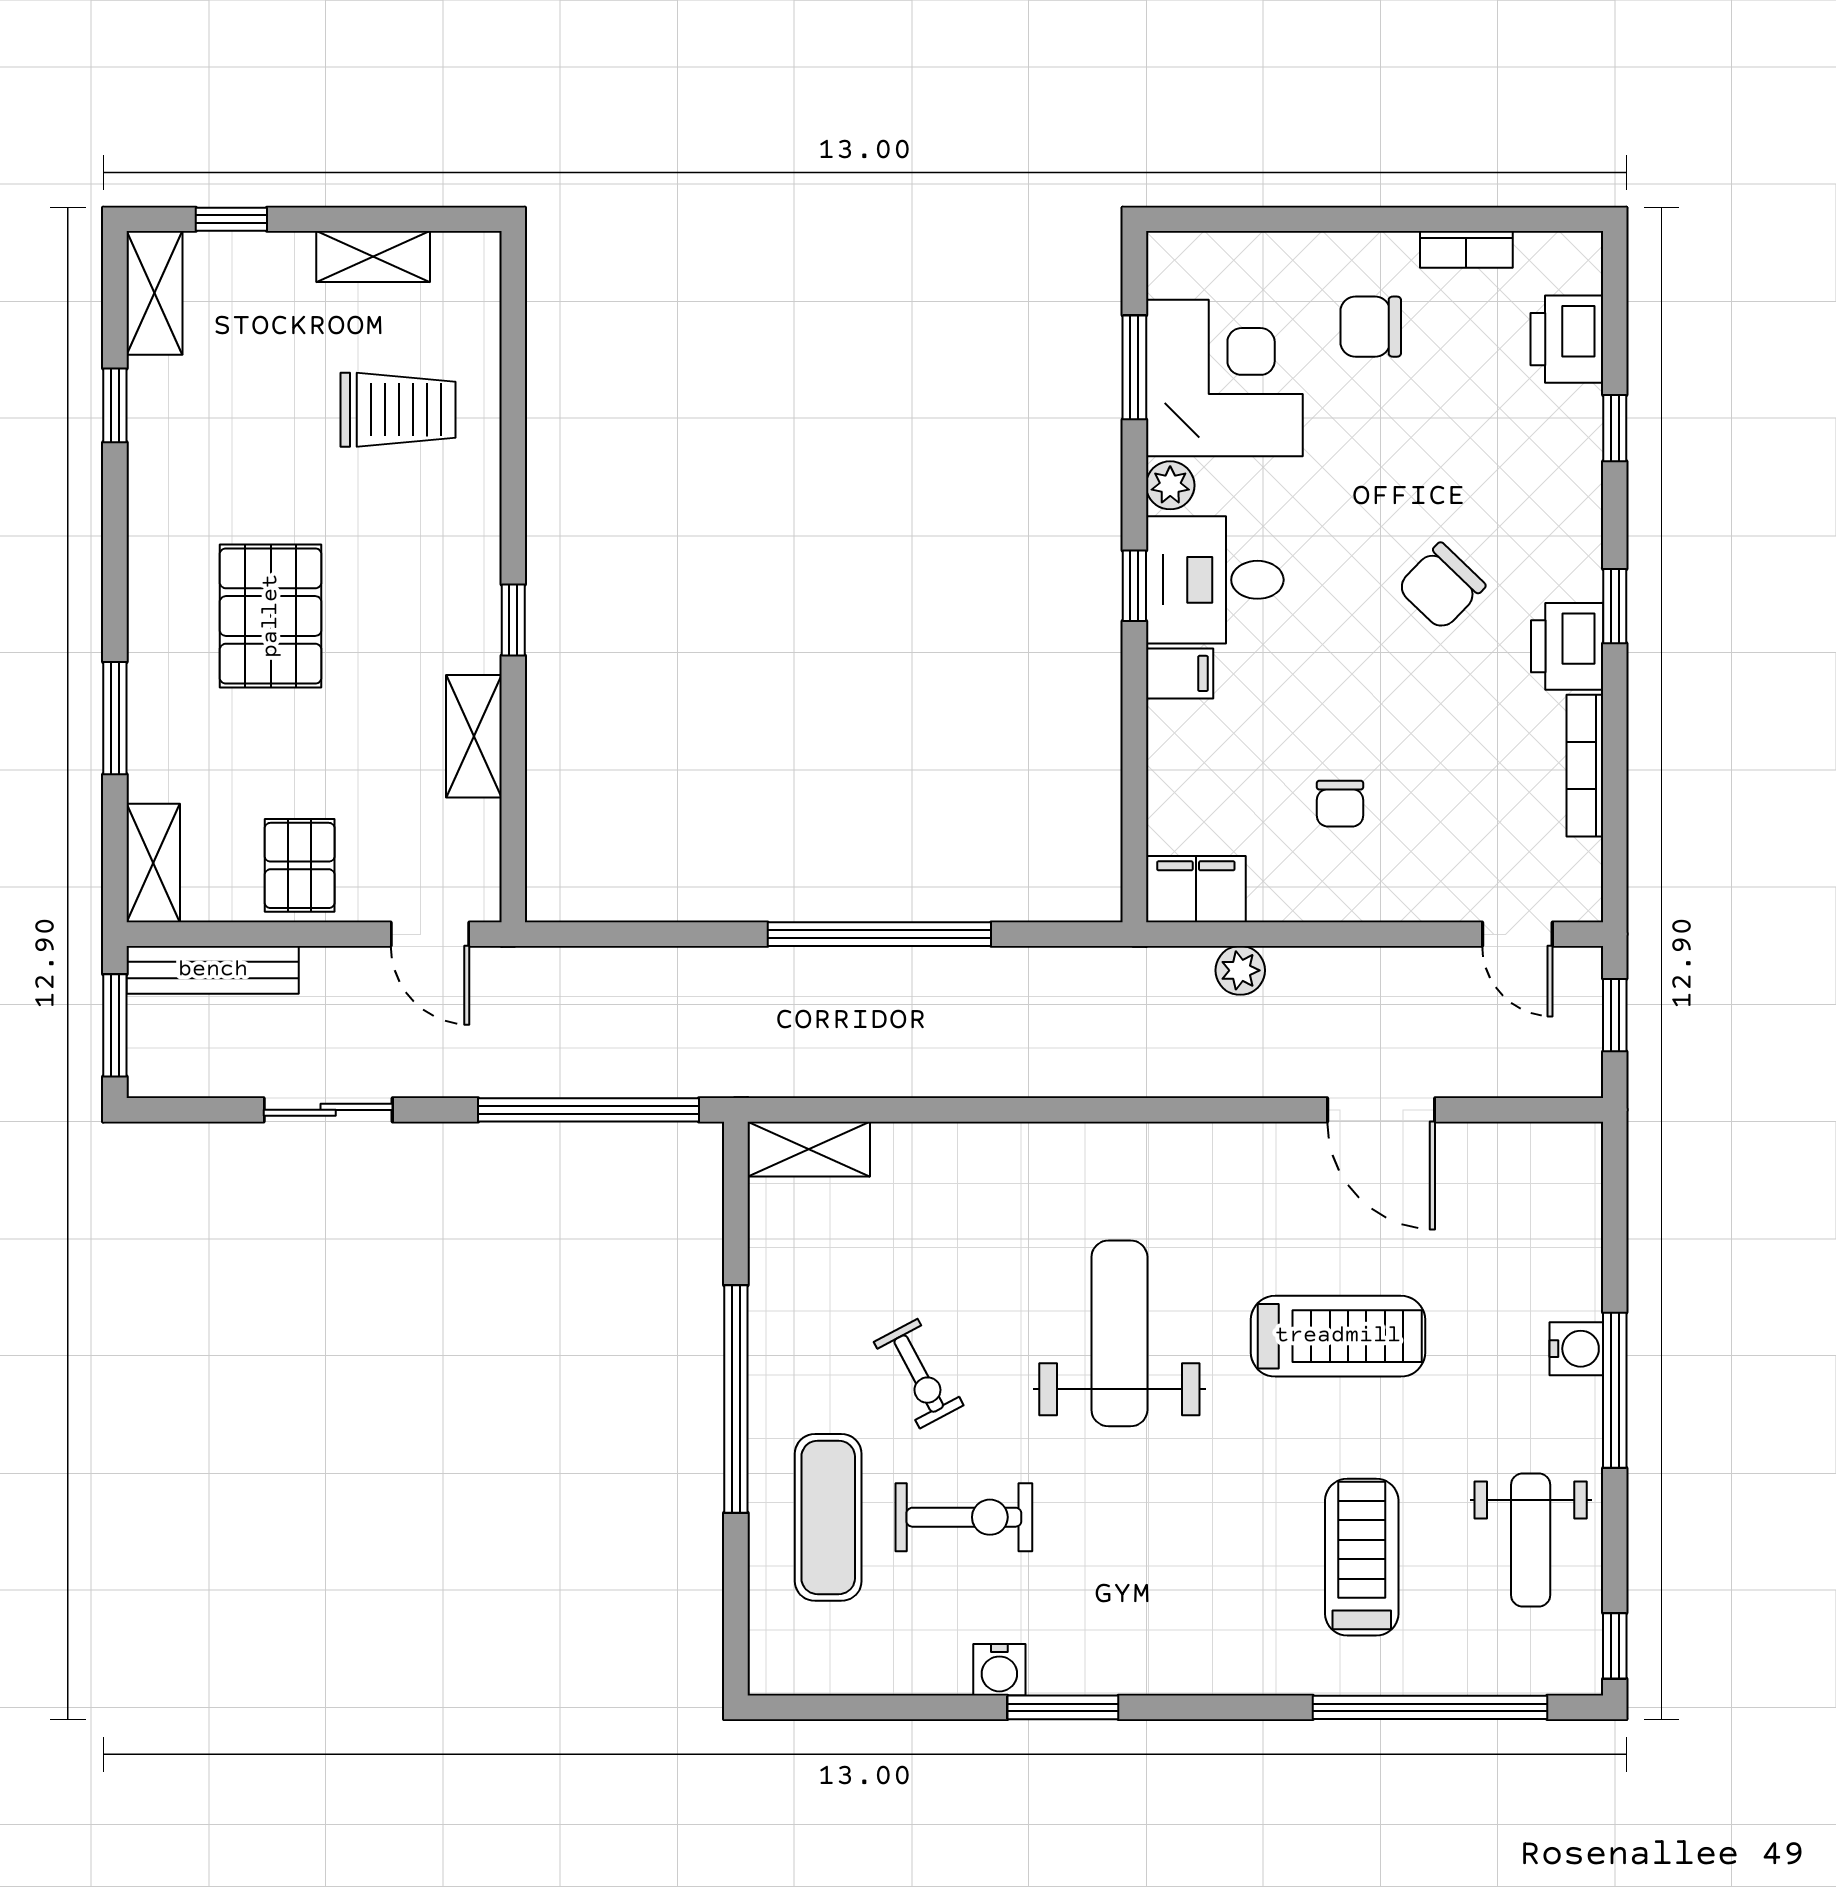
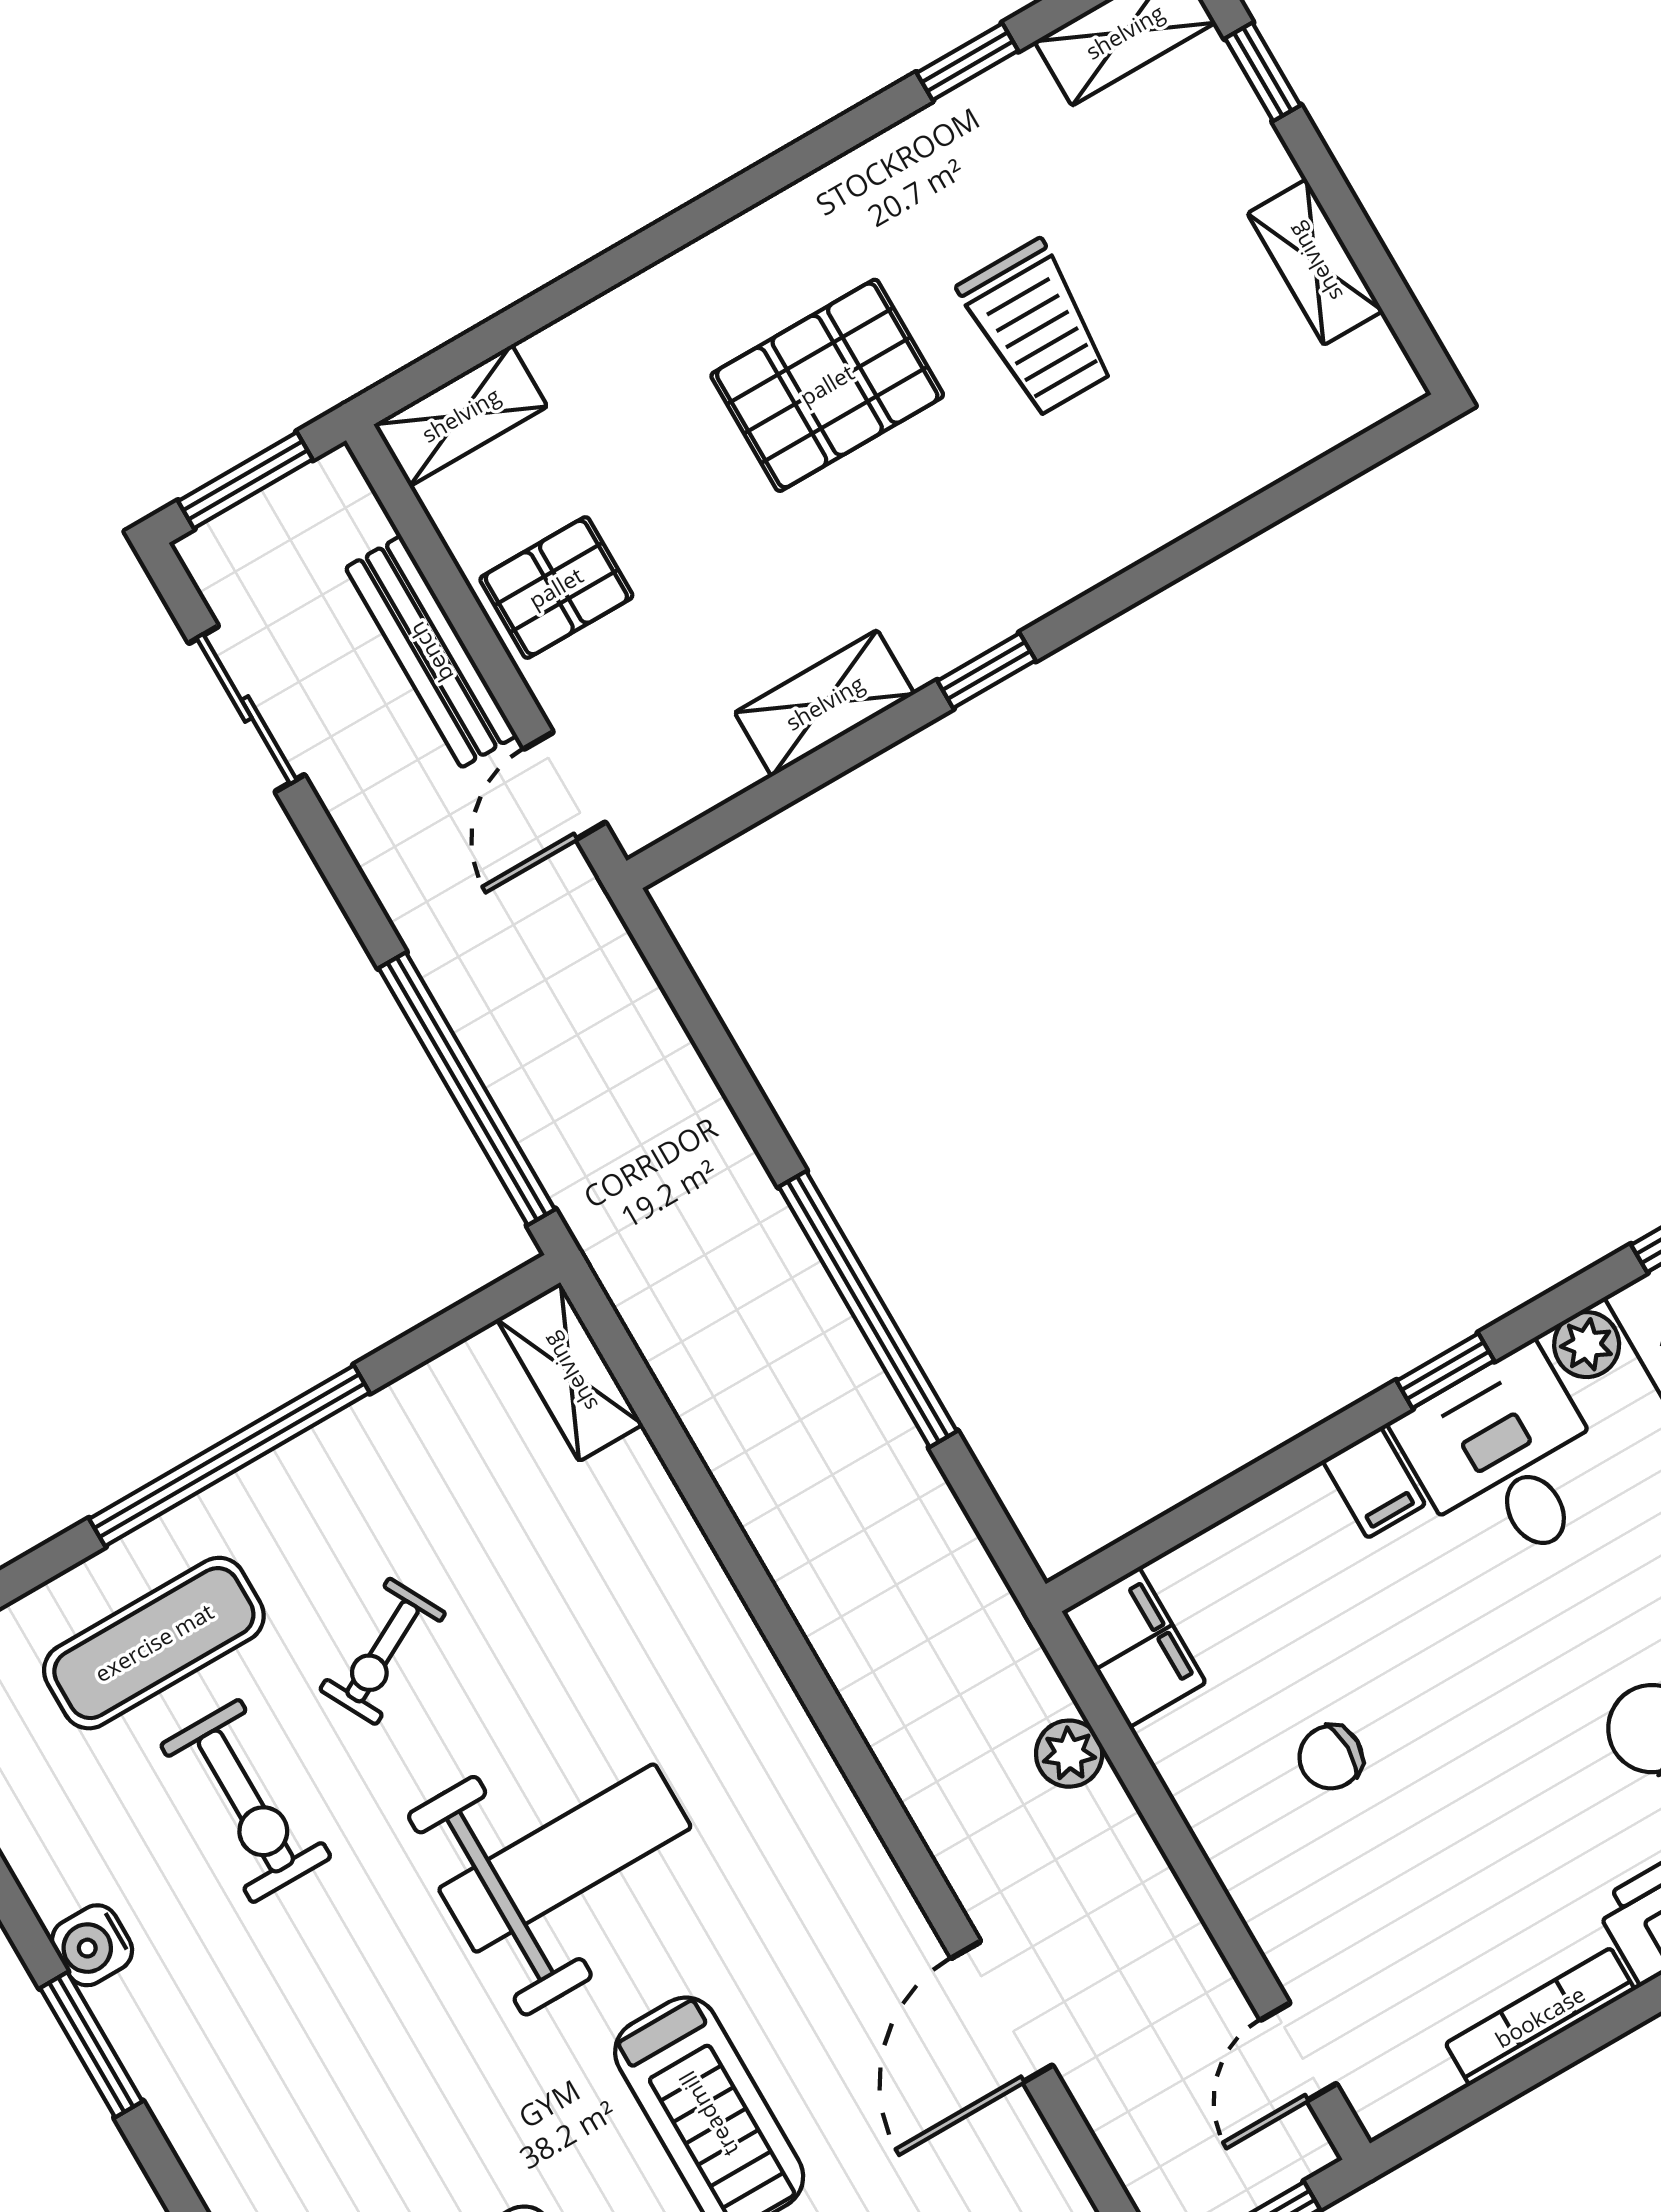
trolley: (398, 410) -> (1037, 328), moved
window: (115, 718) -> (603, 273), removed
bench: (213, 970) -> (431, 652), moved
sliding door: (328, 1110) -> (247, 709), moved

